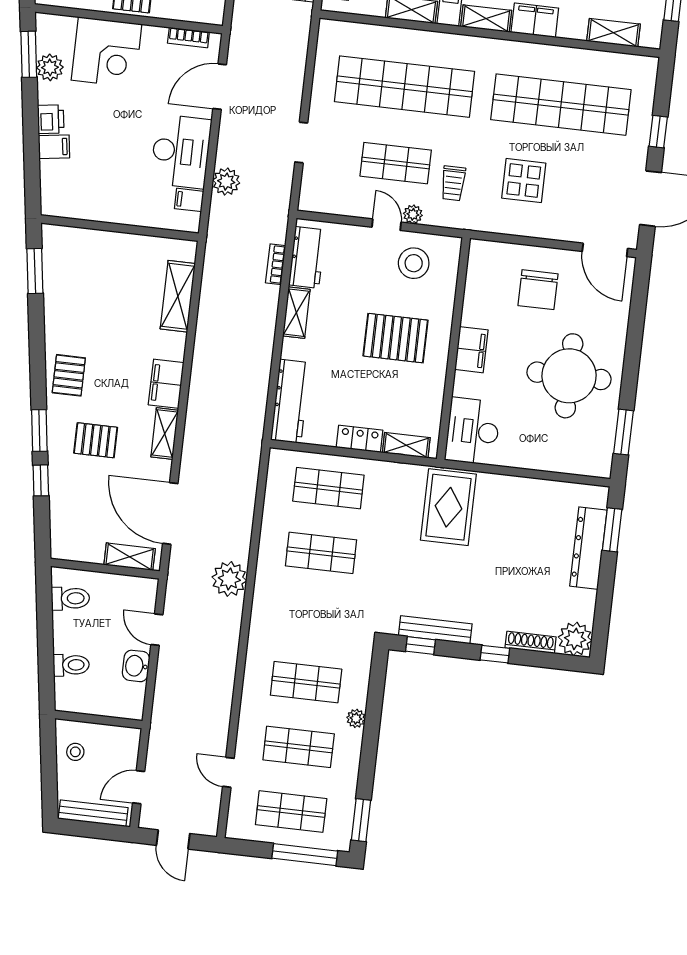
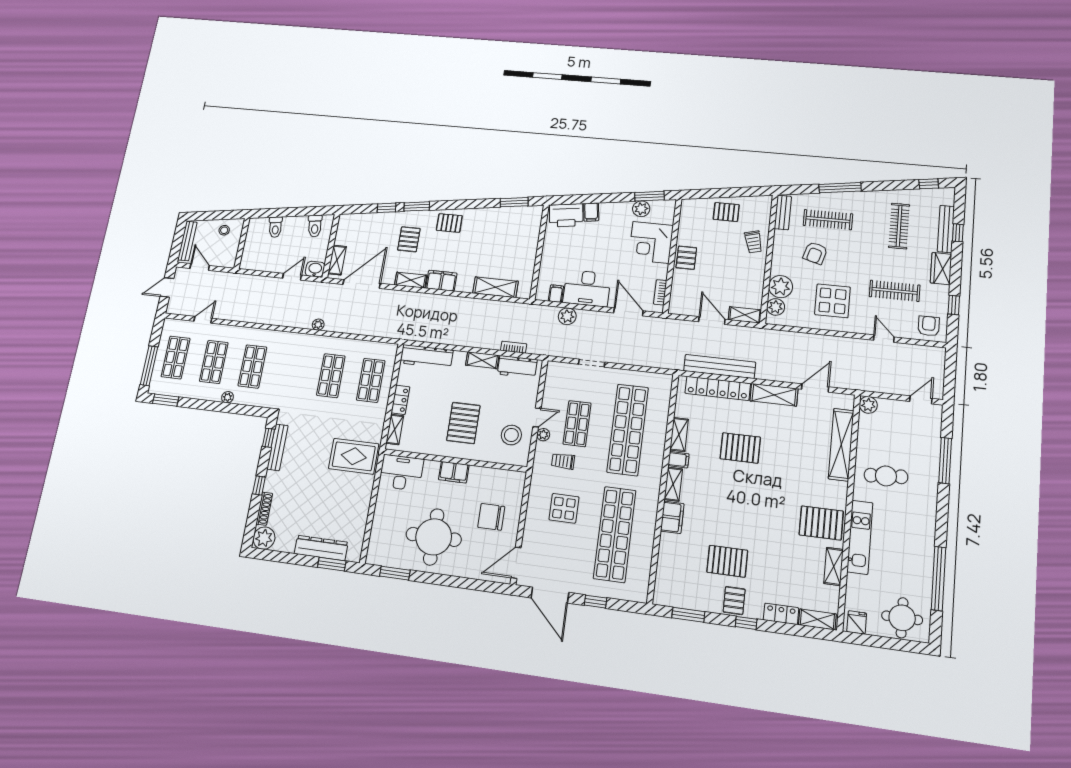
shelving: (614, 33) -> (664, 572), removed
printer: (51, 119) -> (566, 215), moved, width x1.87, depth x1.48
plant: (229, 579) -> (318, 325), width x0.53, depth x0.53
washbasin: (136, 666) -> (315, 269), moved

